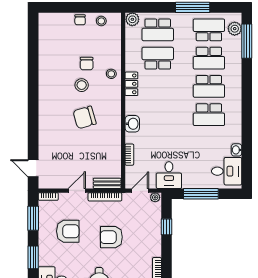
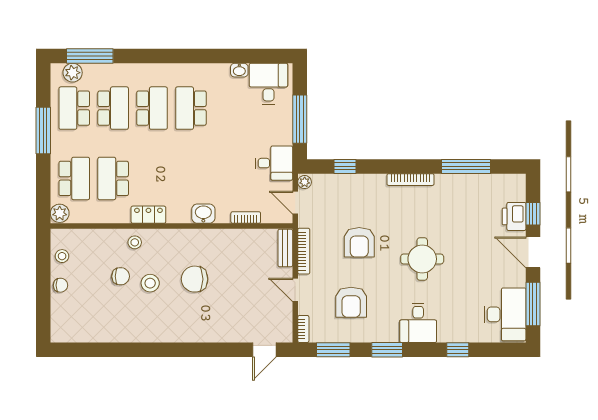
school desk: (209, 115) -> (191, 108), turned 180
chair: (85, 117) -> (195, 279), turned 106
armchair: (68, 231) -> (351, 302), turned 180

